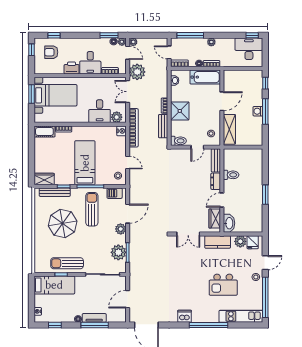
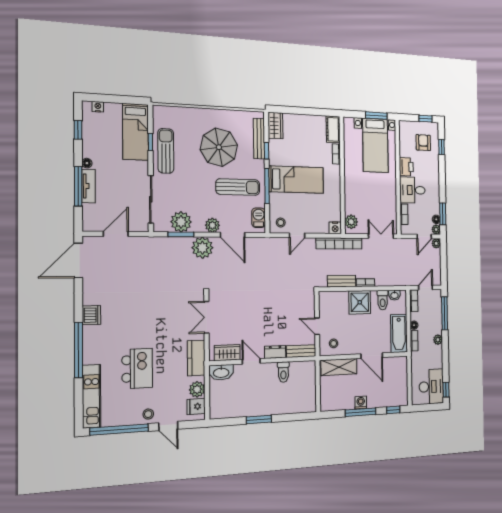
plant: (137, 72) -> (202, 248), moved
desk: (100, 111) -> (358, 200), removed
toilet: (178, 141) -> (383, 300), moved
kitchen island: (223, 285) -> (137, 369), turned 180
door: (128, 299) -> (116, 234), hinge flipped

